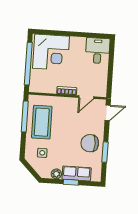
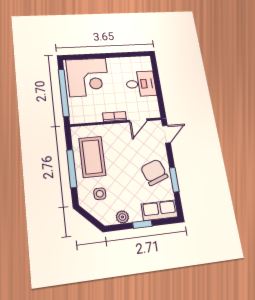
desk: (98, 51) -> (141, 84), moved, turned 90
window: (25, 117) -> (72, 169), moved
chair: (90, 143) -> (154, 172), turned 70
row of seats: (77, 174) -> (159, 210), moved

